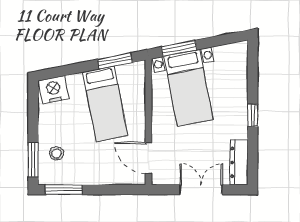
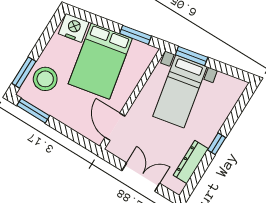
bed: (105, 104) -> (100, 61), width x1.50
stool: (57, 153) -> (45, 79), width x1.89, depth x1.89
dresser: (239, 162) -> (191, 162), moved

